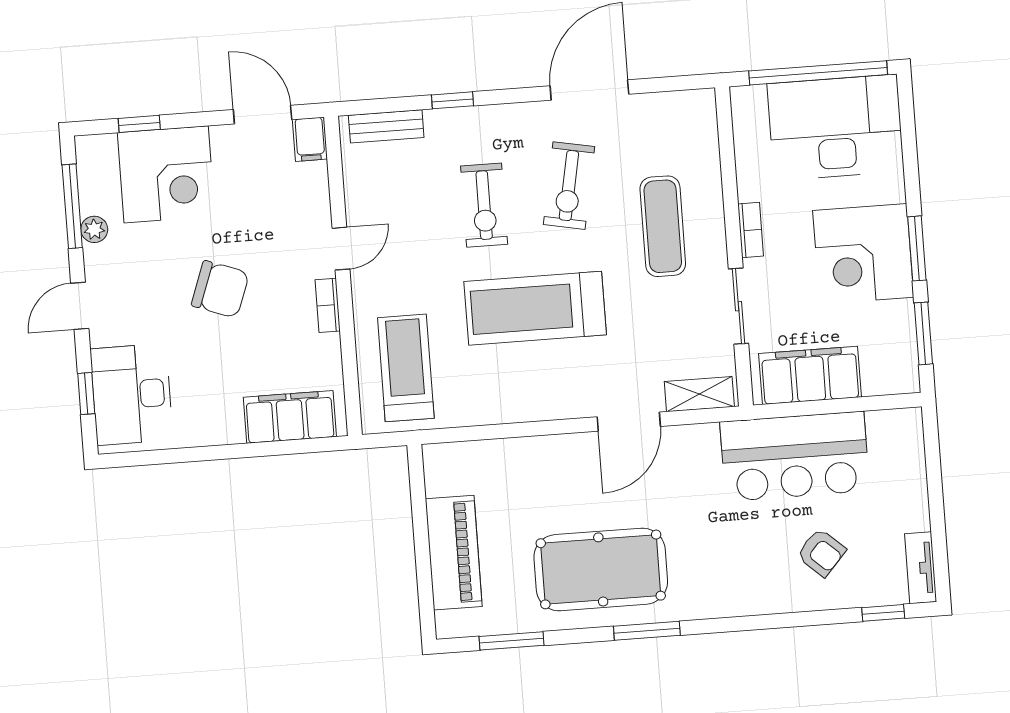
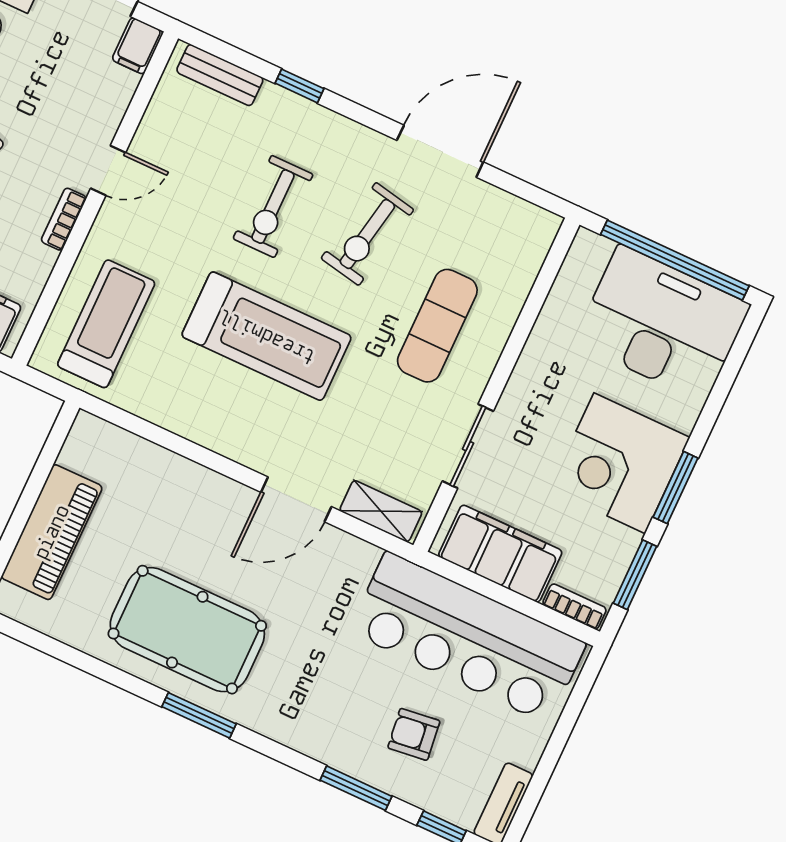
bookcase: (751, 230) -> (574, 607), moved, turned -90
treadmill: (535, 308) -> (267, 336), turned 180
bar counter: (795, 456) -> (468, 637), width x1.36
armchair: (821, 552) -> (414, 734), turned 131
window: (512, 641) -> (356, 788), moved

